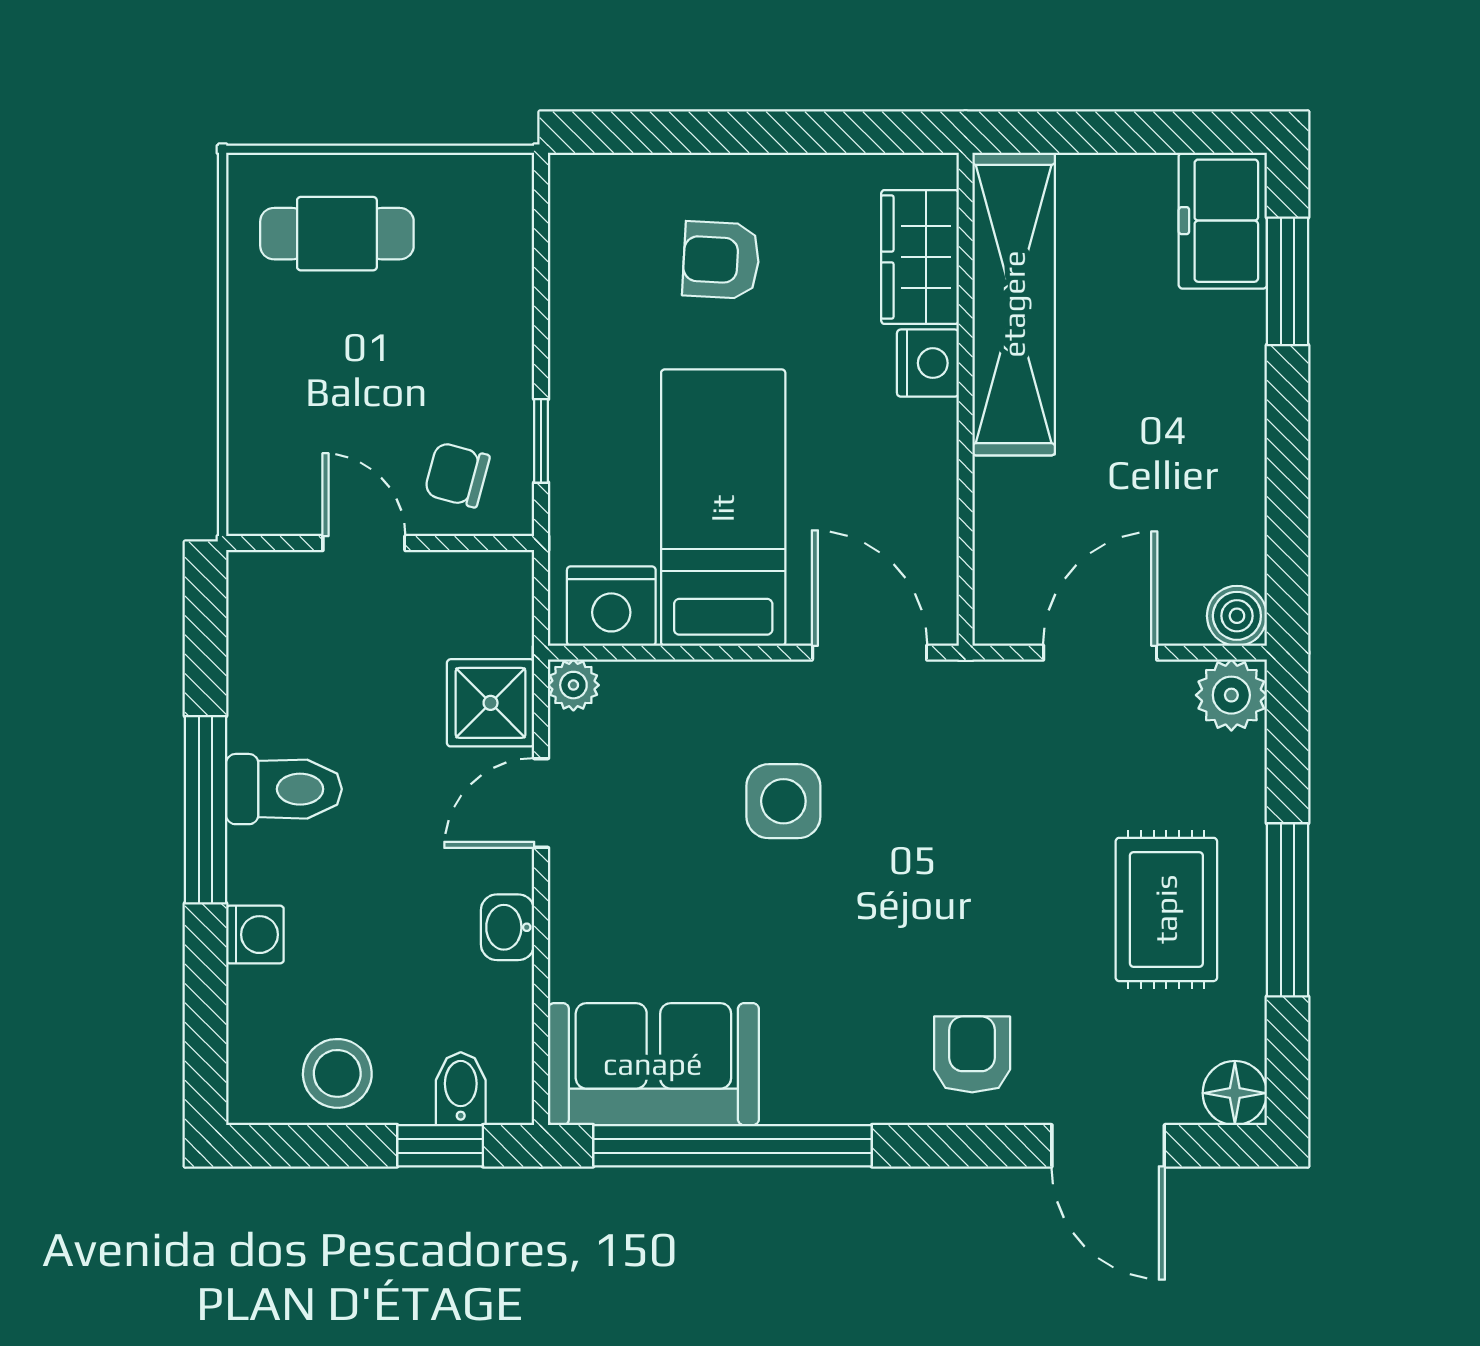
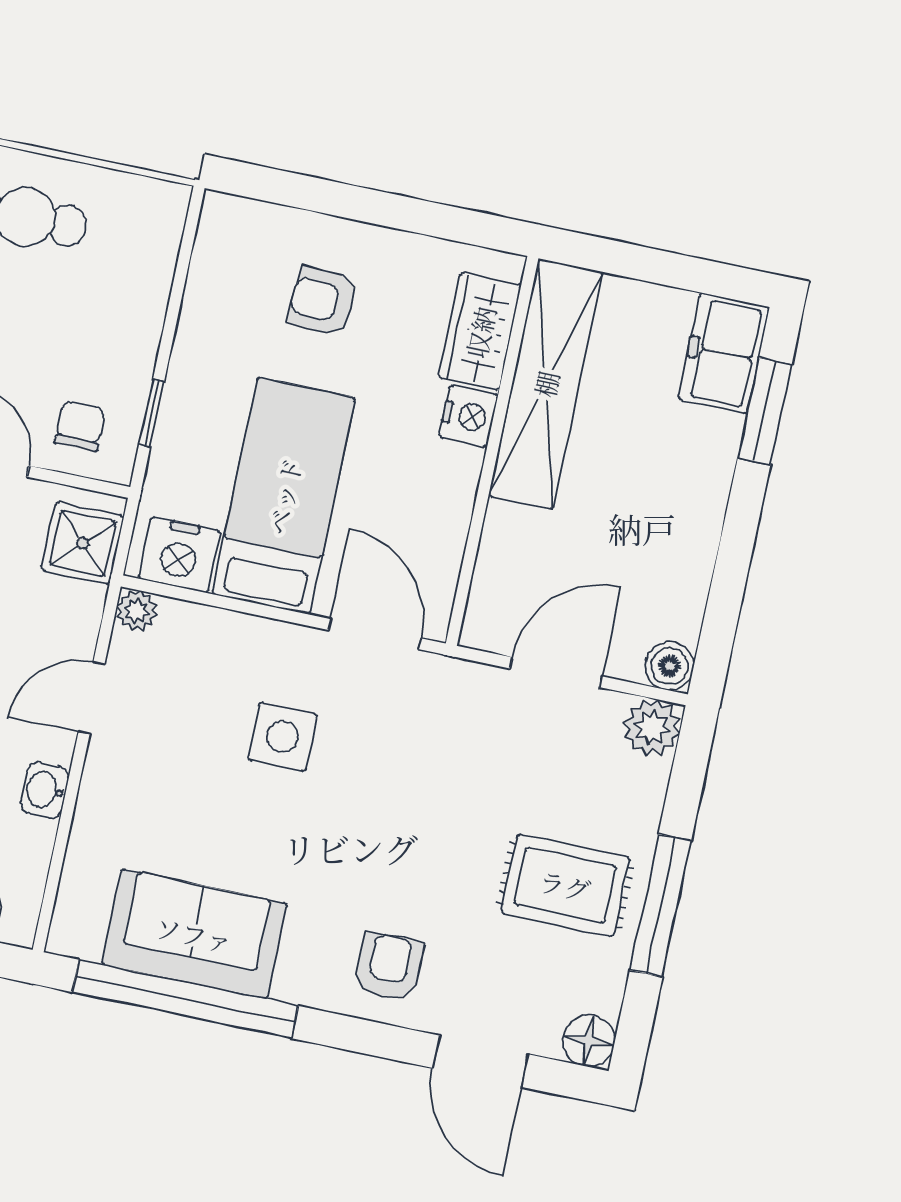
chair: (457, 475) -> (80, 426), turned 75
shower: (491, 703) -> (83, 543), moved
rug: (1166, 909) -> (565, 885), turned 90
sofa: (653, 1064) -> (194, 934), moved

